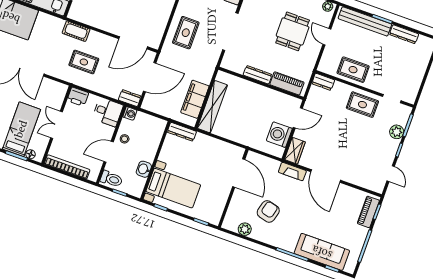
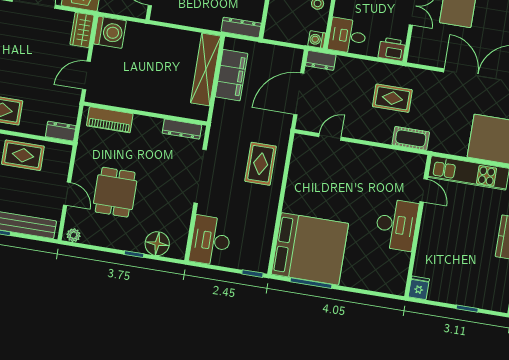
door: (133, 43) -> (330, 137), width x0.53
dresser: (258, 75) -> (182, 129), moved
washing machine: (279, 135) -> (110, 32), moved

